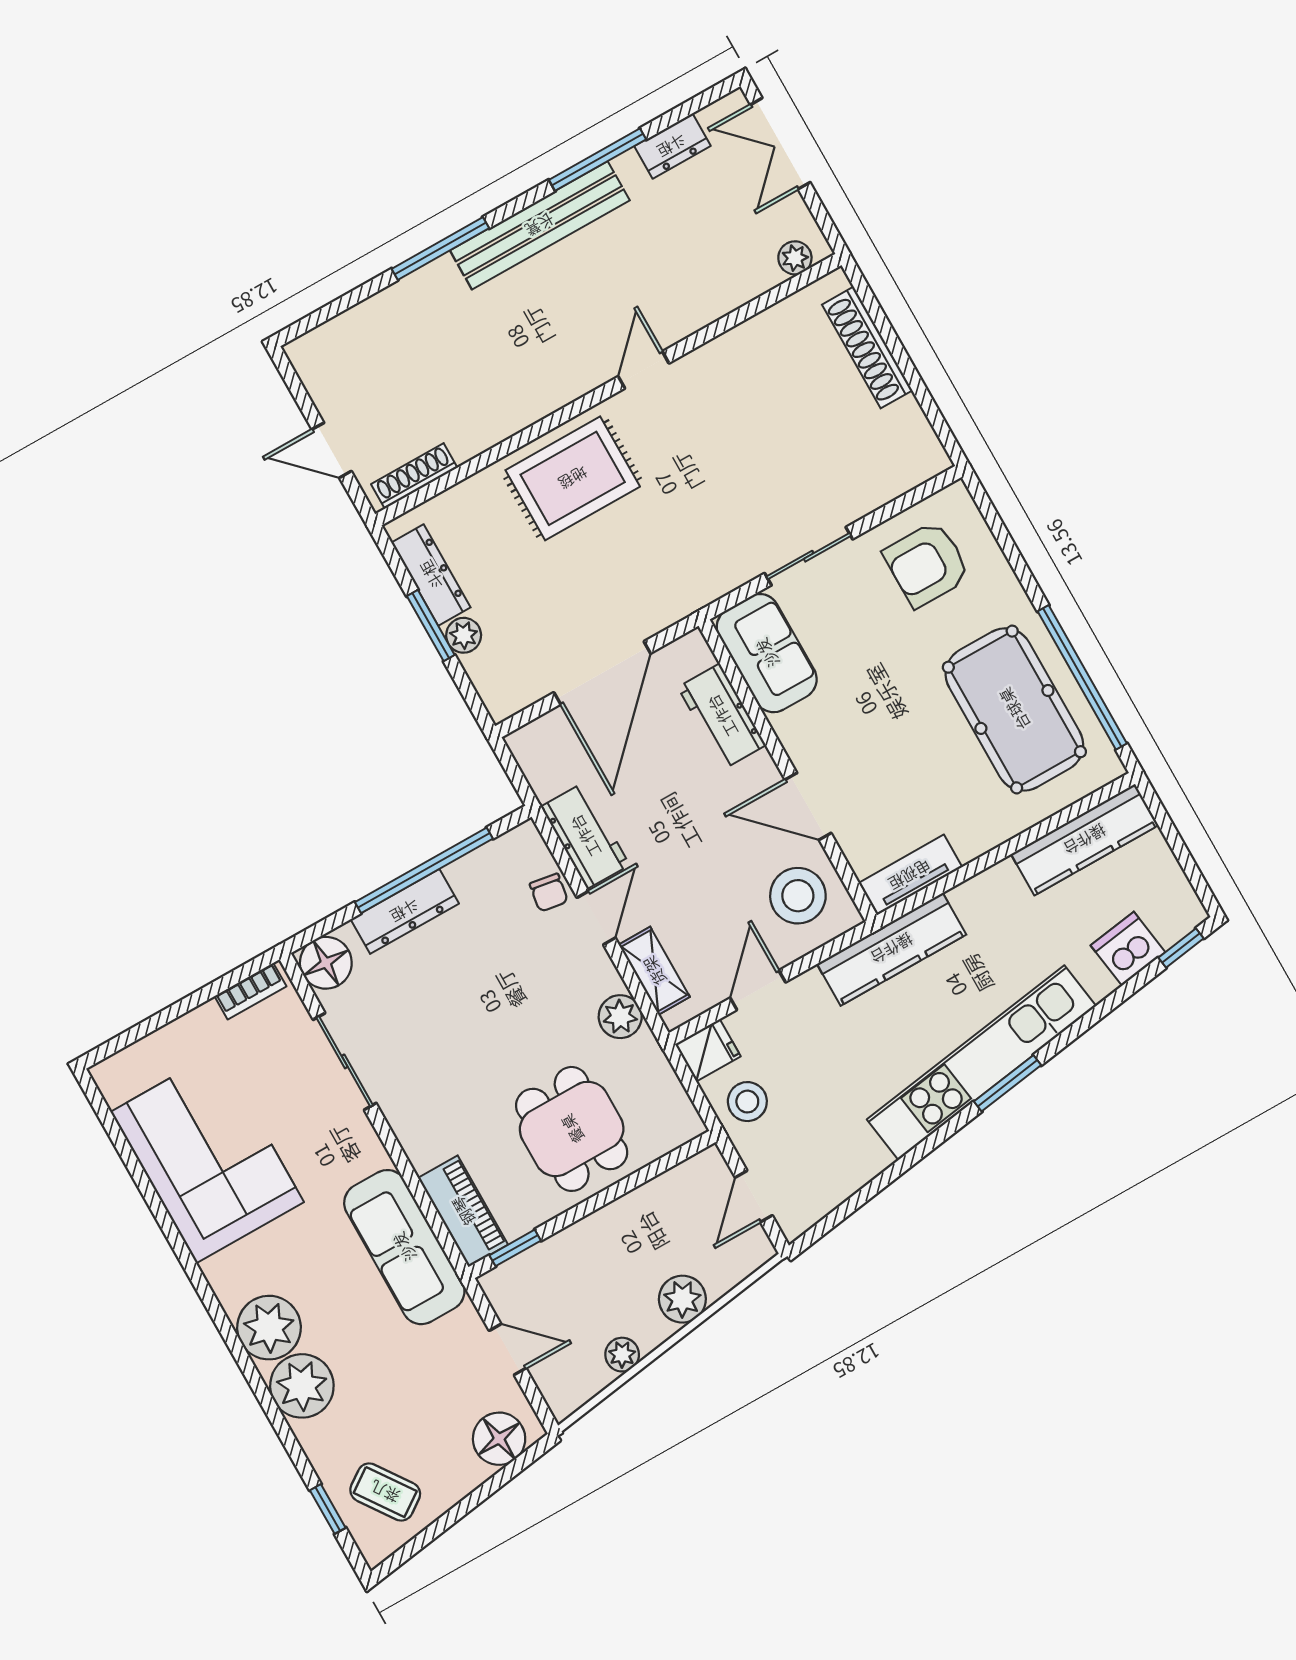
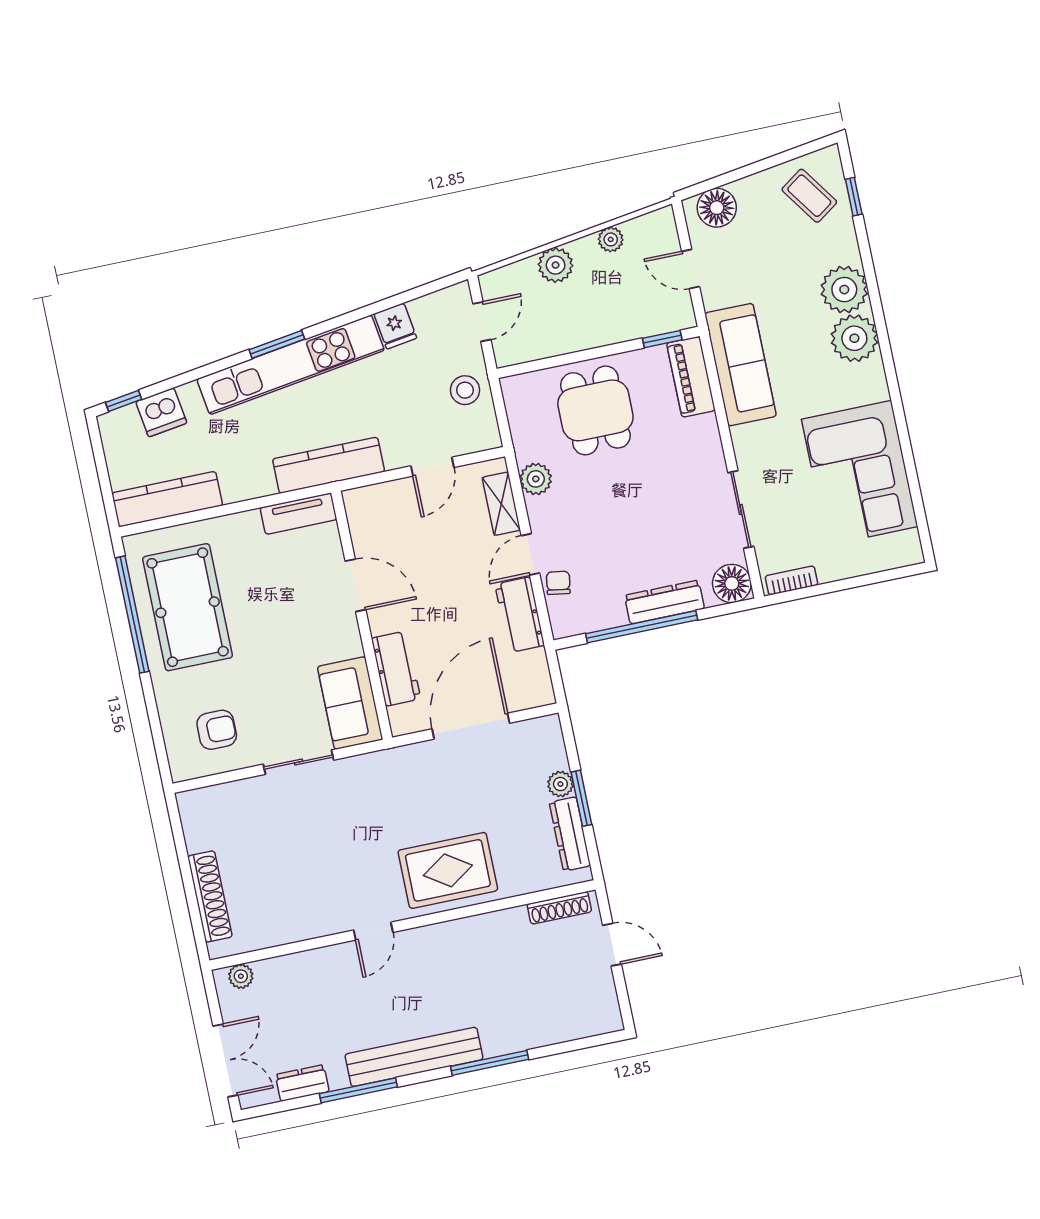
armchair: (927, 564) -> (217, 730), width x0.72, depth x0.72
stool: (798, 896) -> (383, 524), removed
fridge: (708, 1050) -> (395, 326), moved, turned -98

